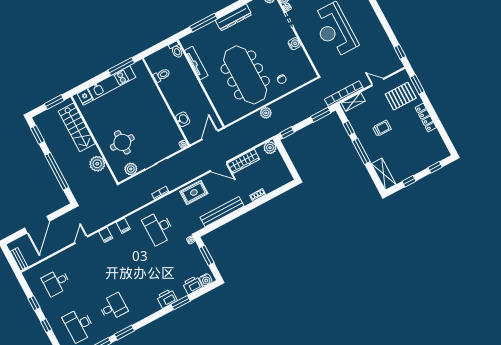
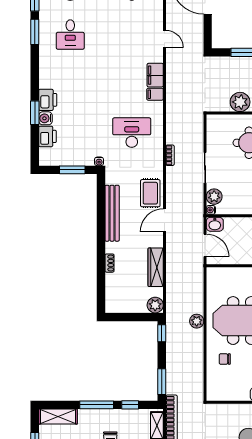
washbasin: (183, 119) -> (215, 224), moved
door: (219, 167) -> (164, 220), moved
plant: (131, 169) -> (214, 197), moved
filing cabinet: (106, 235) -> (155, 75), width x2.00
water cooler: (206, 280) -> (45, 118), moved

